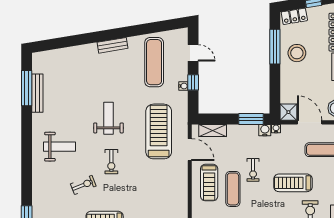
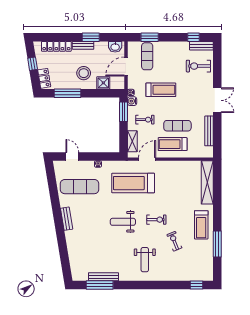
door: (193, 53) -> (72, 156), hinge flipped
stool: (297, 53) -> (84, 73), moved
window: (193, 82) -> (95, 156), removed
shower: (288, 112) -> (103, 83), moved
weight bench: (60, 147) -> (145, 260), turned 180
exercise bike: (253, 170) -> (145, 120), moved
treadmill: (209, 183) -> (173, 144), turned 180
treadmill: (293, 183) -> (161, 90), moved, turned -90

